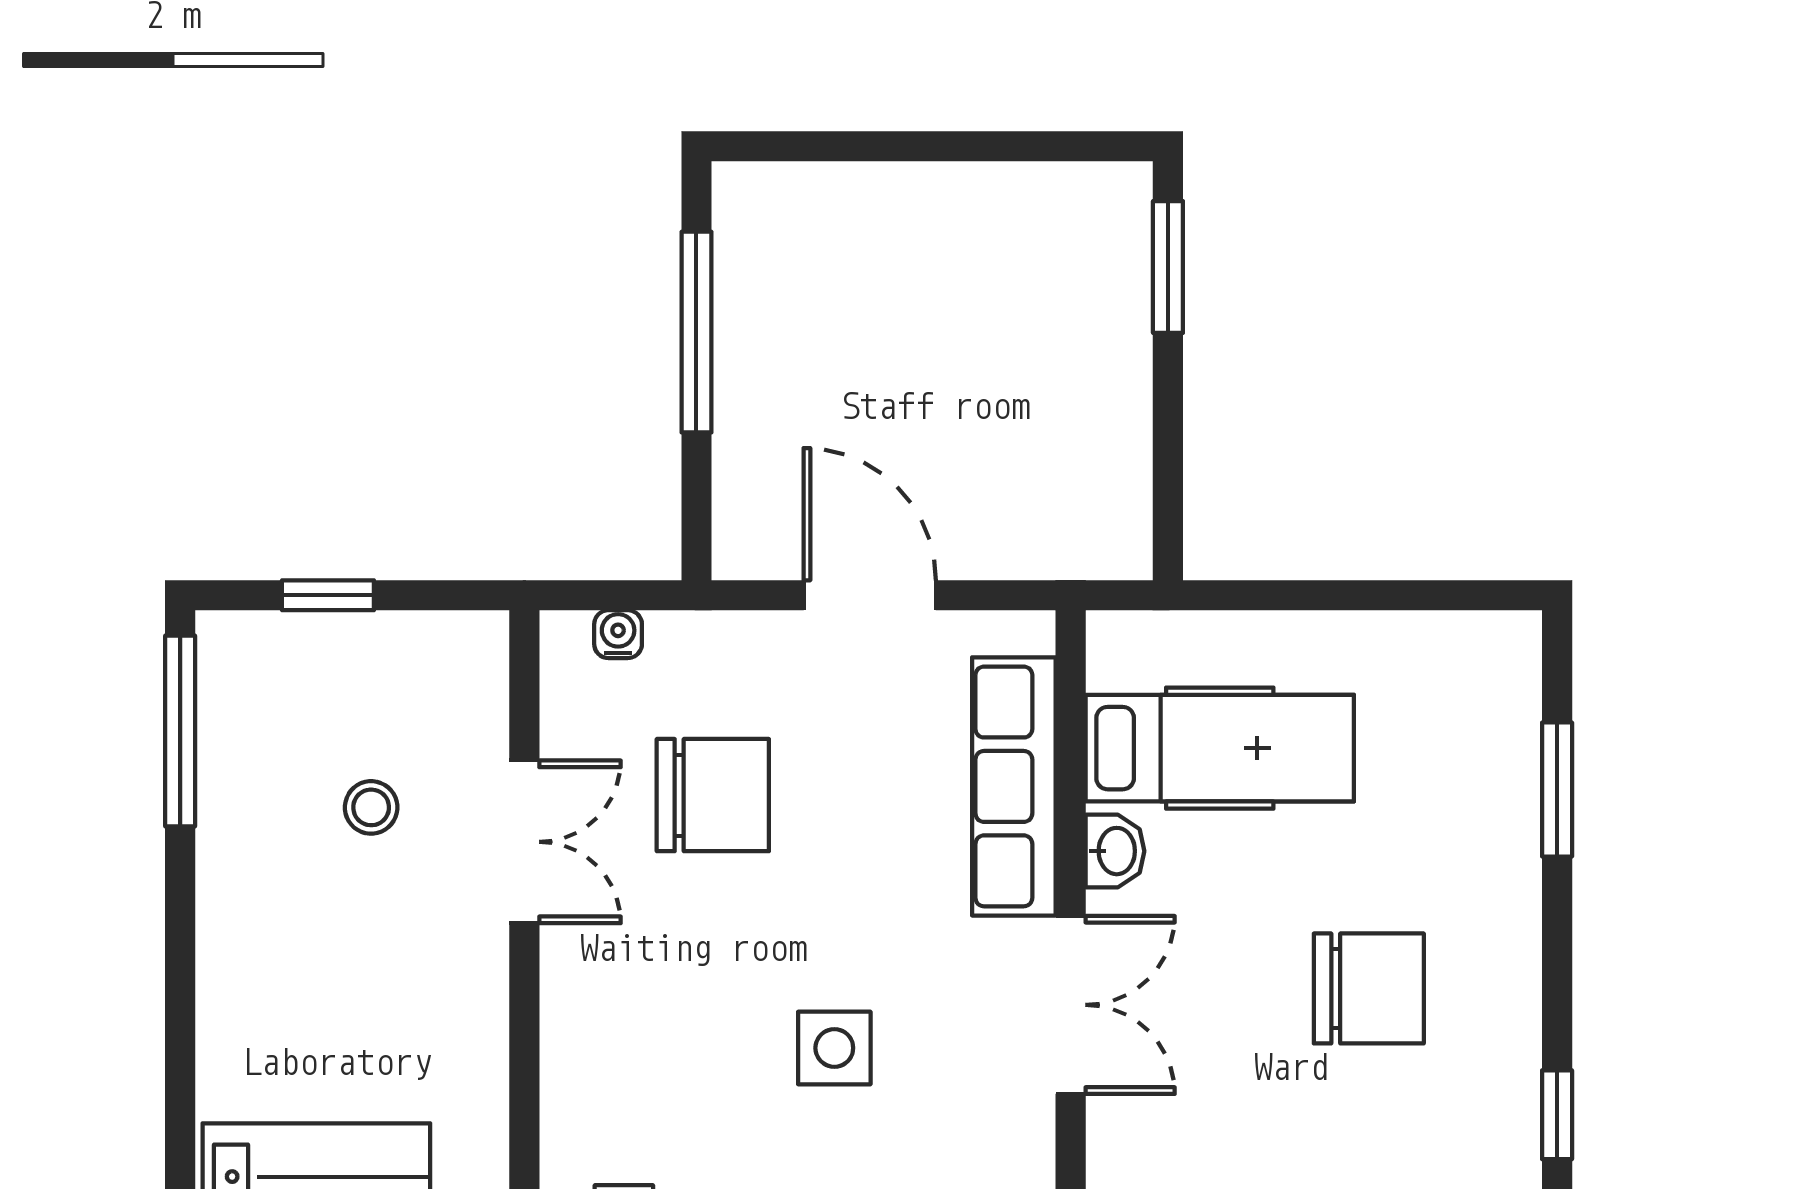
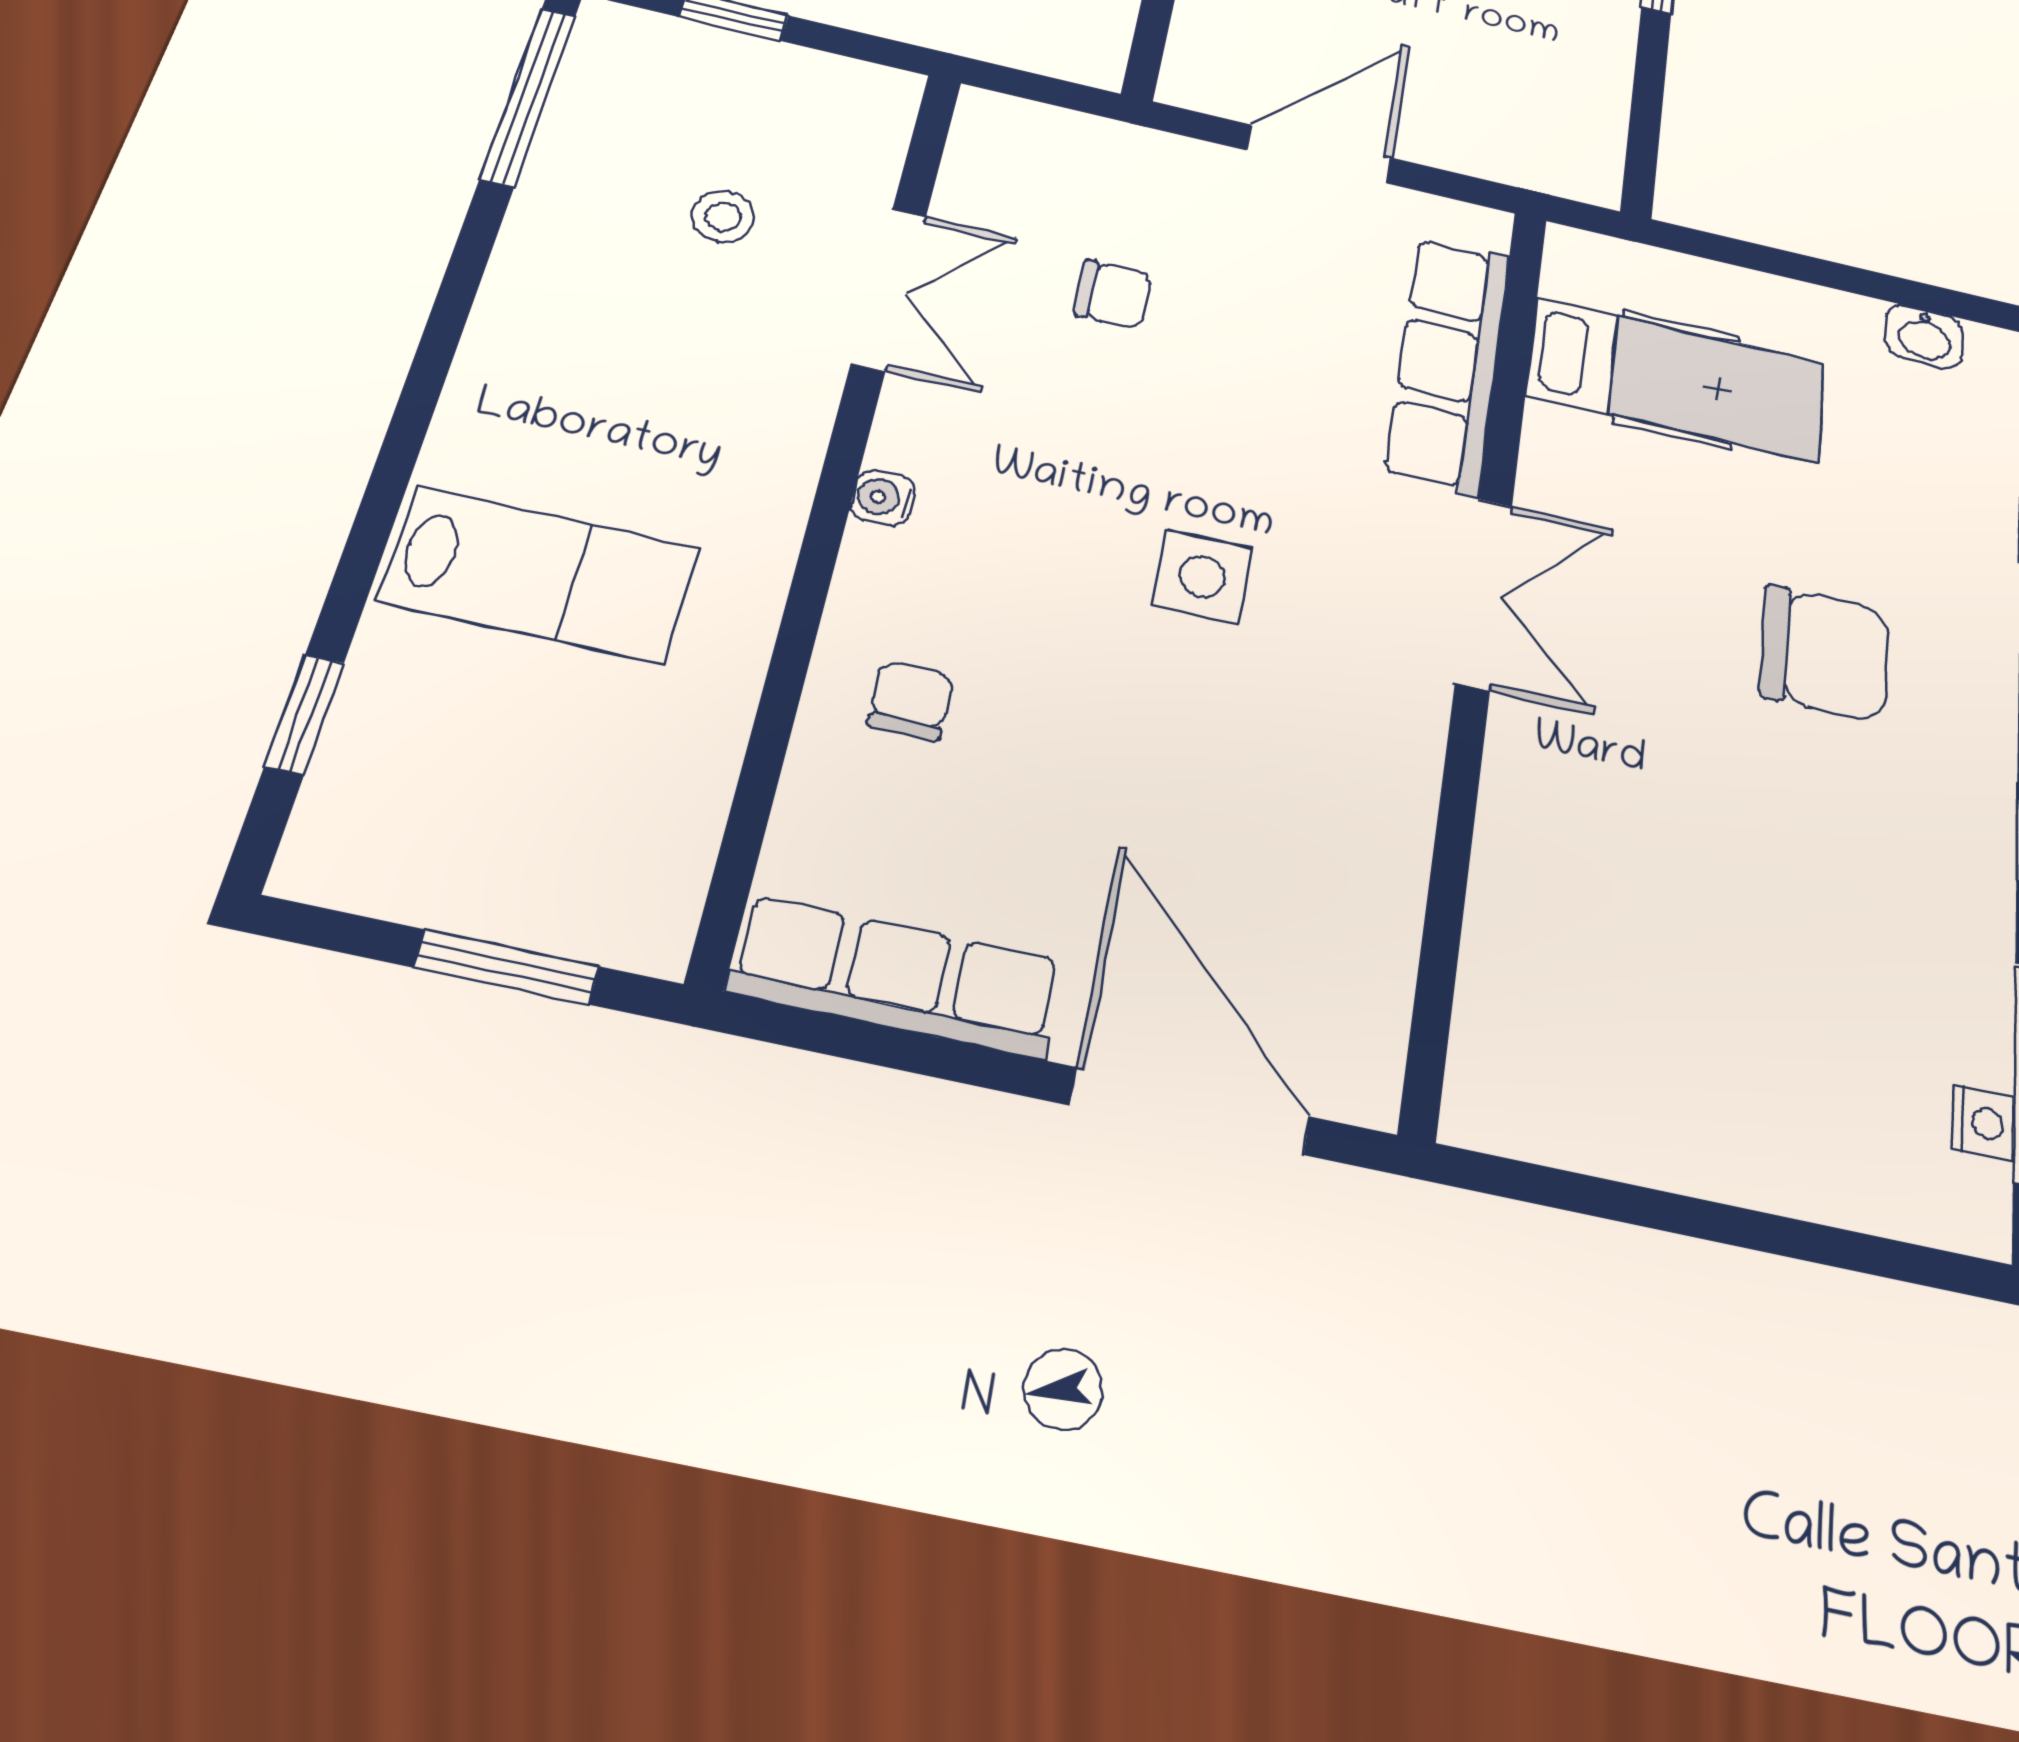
door: (870, 595) -> (1319, 154), hinge flipped
water cooler: (618, 634) -> (883, 498), moved, turned -90
chair: (713, 795) -> (1113, 294), width x0.54, depth x0.54
washbasin: (1115, 851) -> (1924, 336), moved, turned 90

